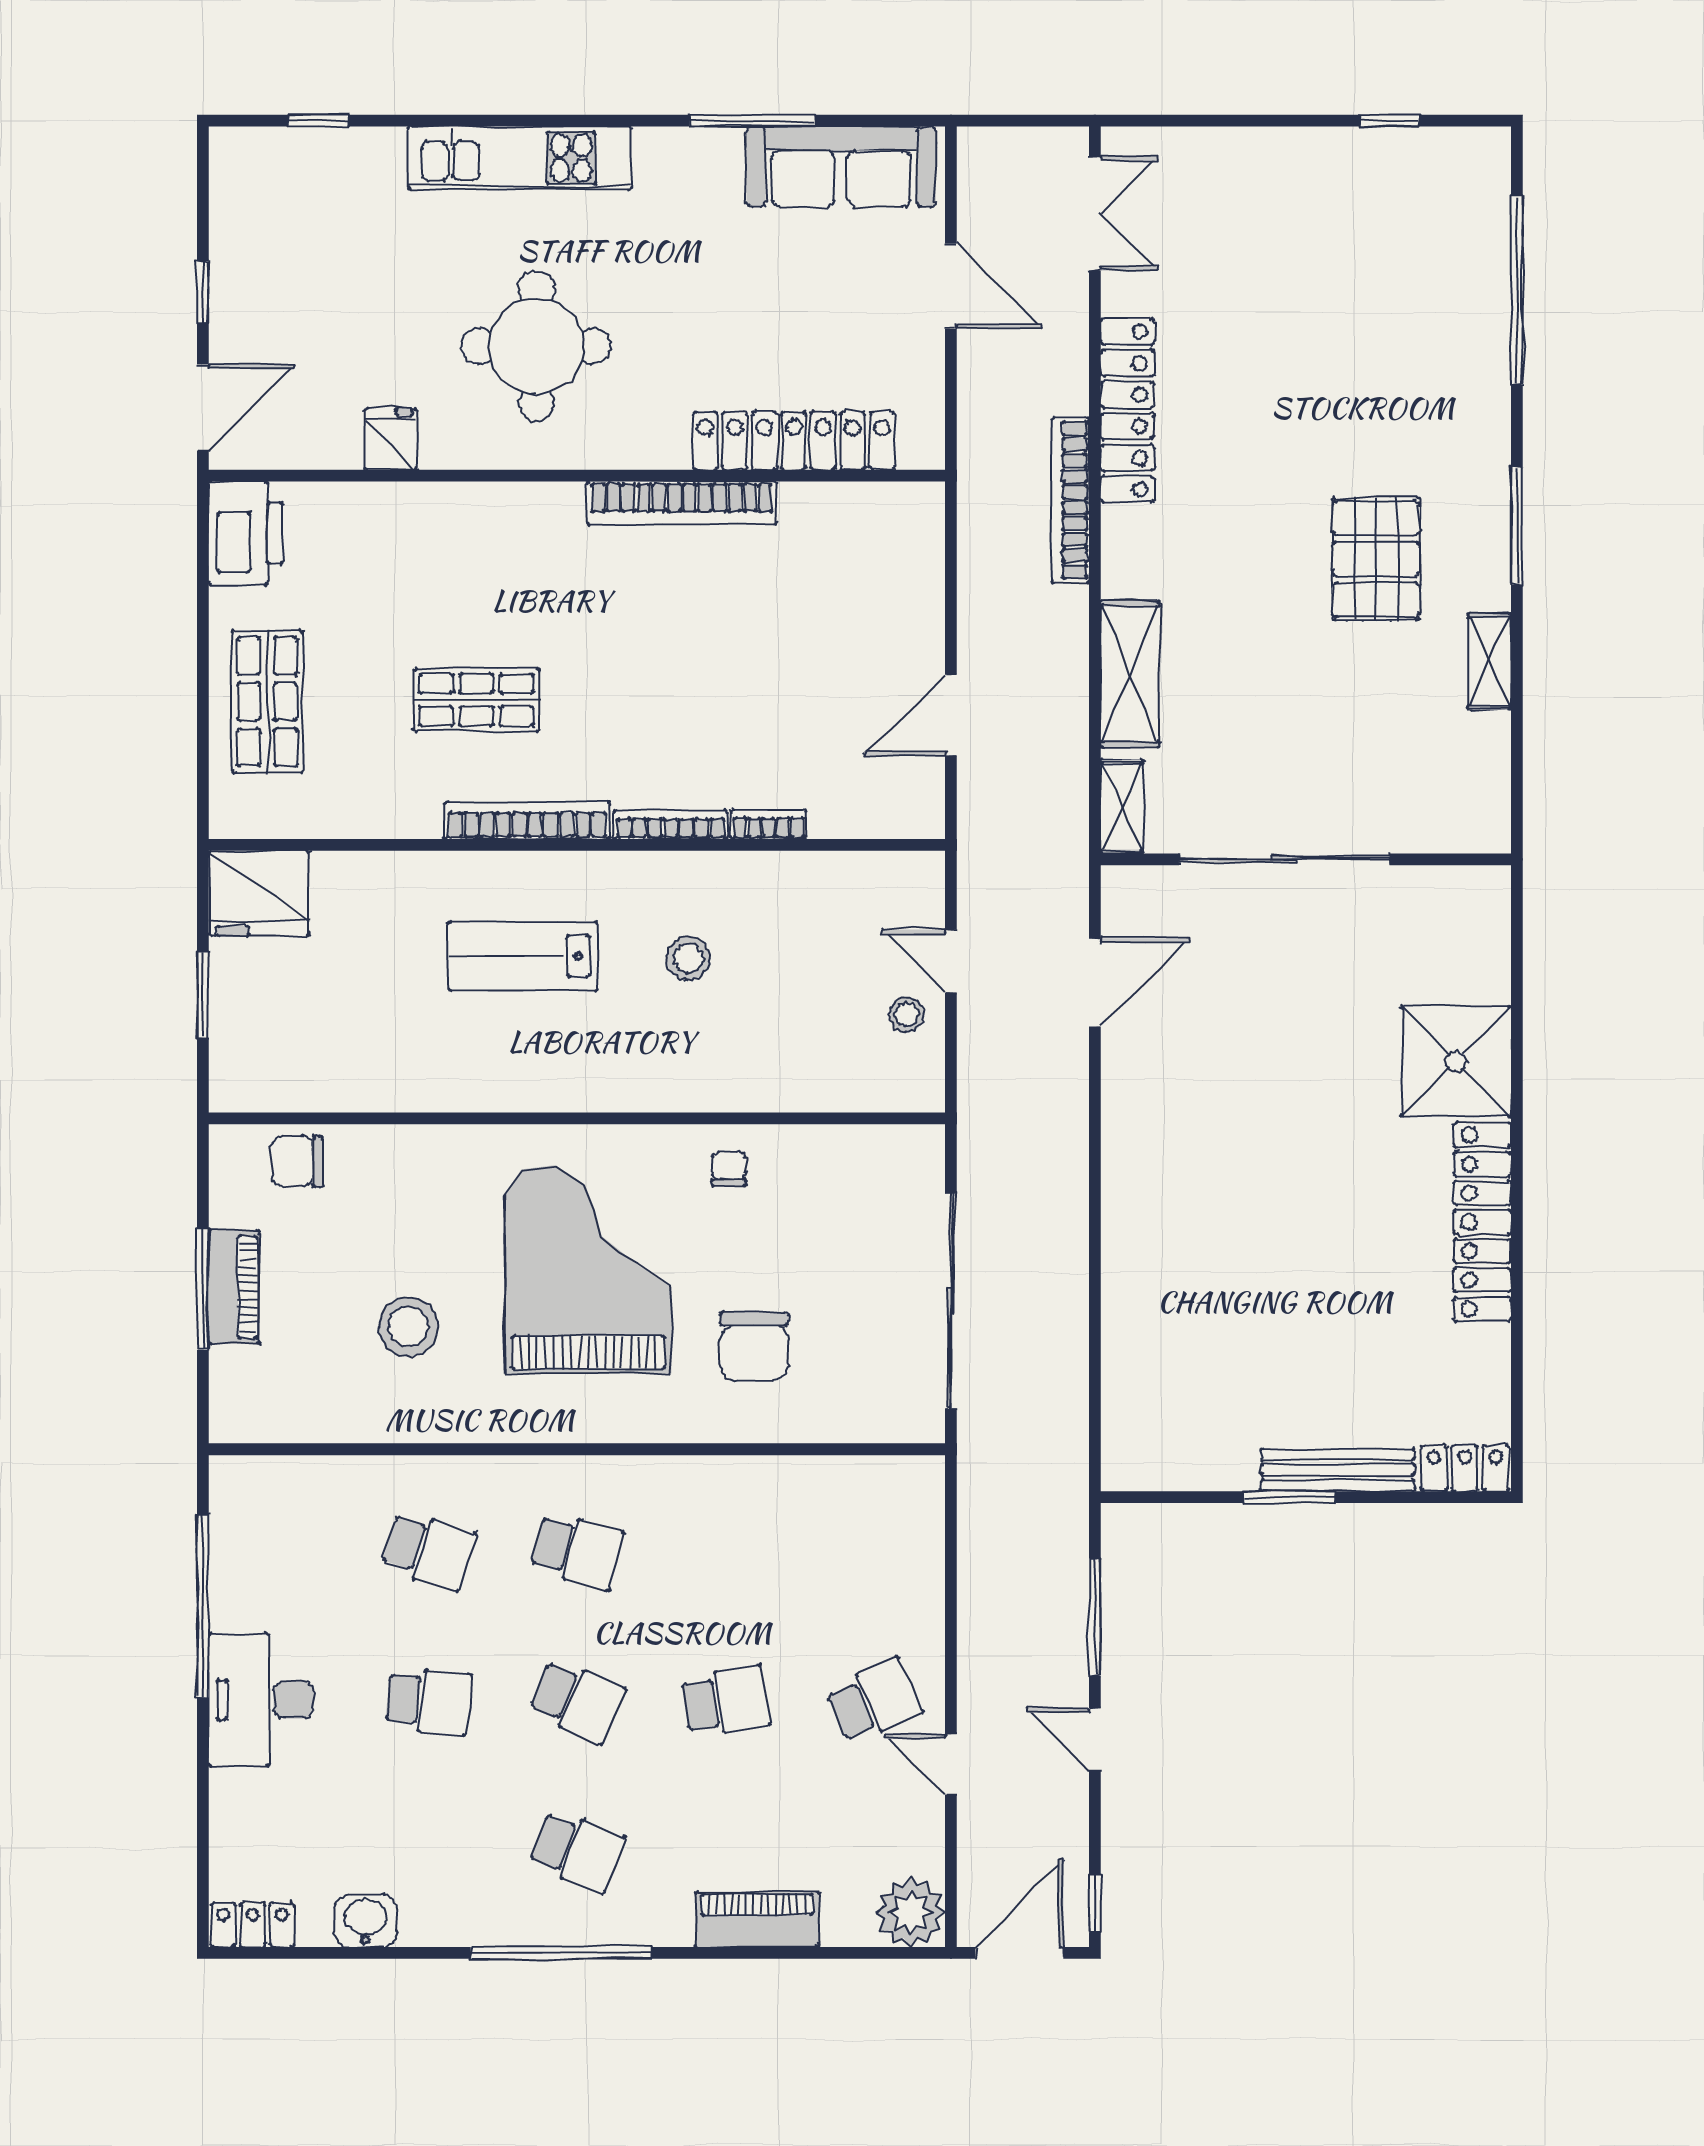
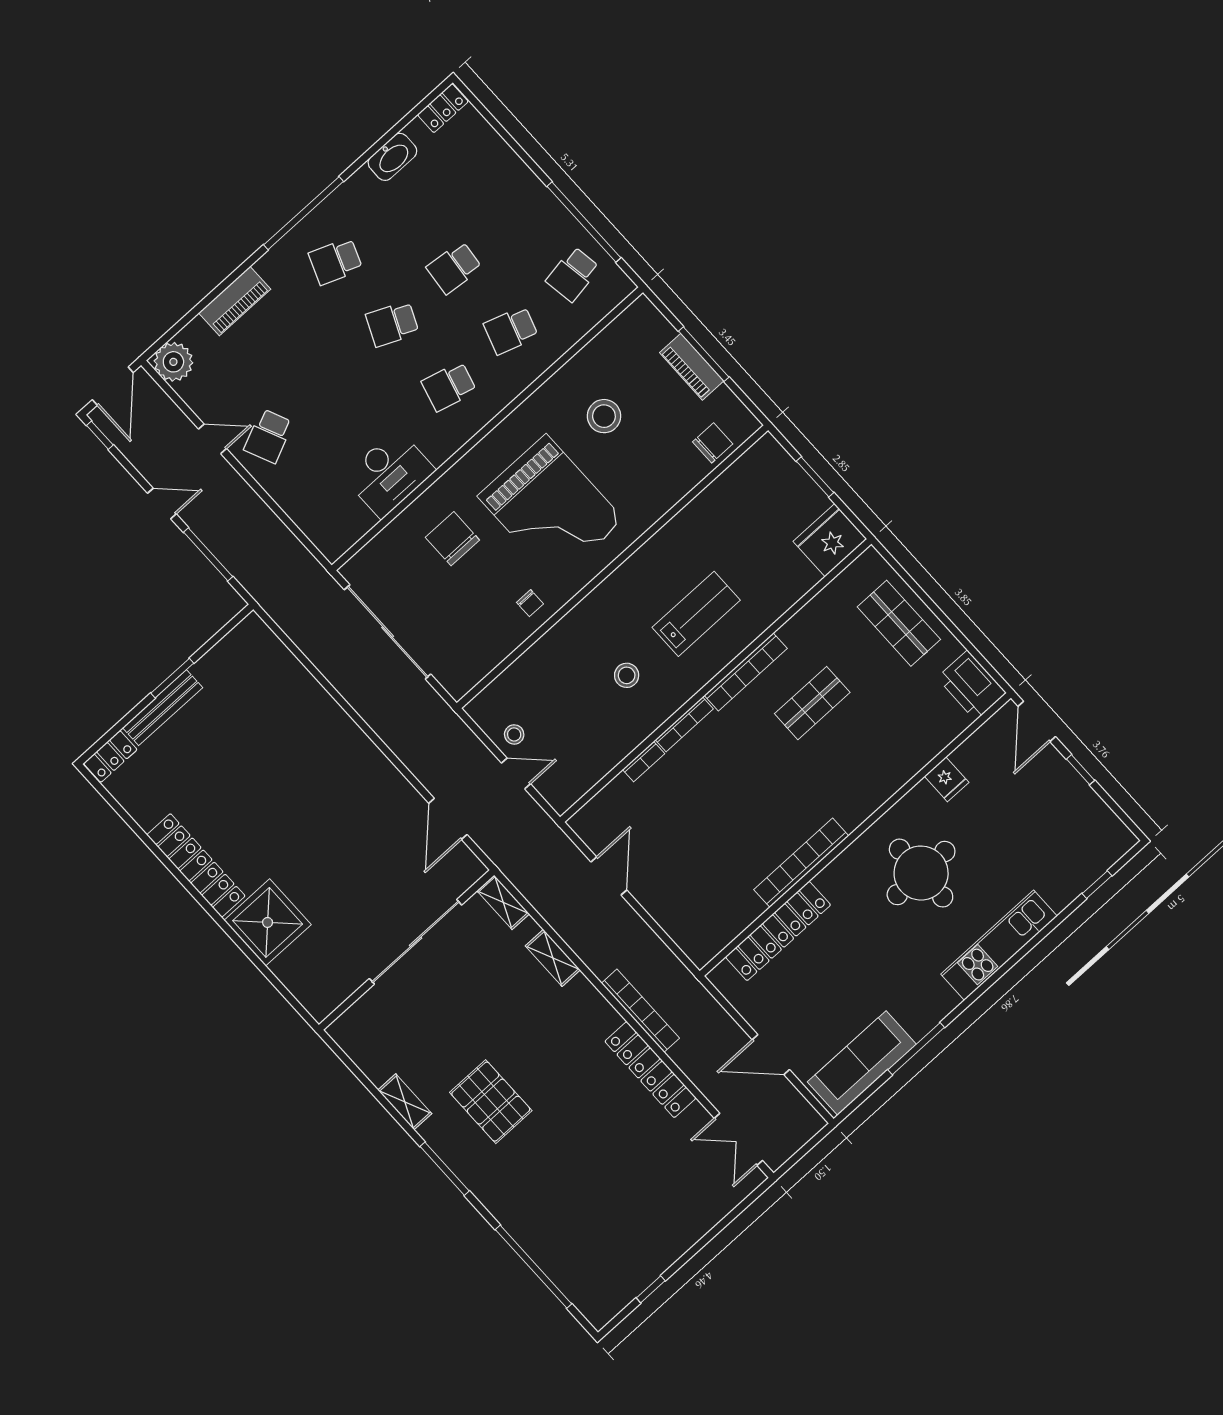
shelving: (1130, 674) -> (553, 958), width x0.67, depth x0.75
desk: (261, 1700) -> (389, 474), moved, turned 90
school desk: (725, 1701) -> (573, 274), moved
washbasin: (365, 1921) -> (392, 157), width x1.38

